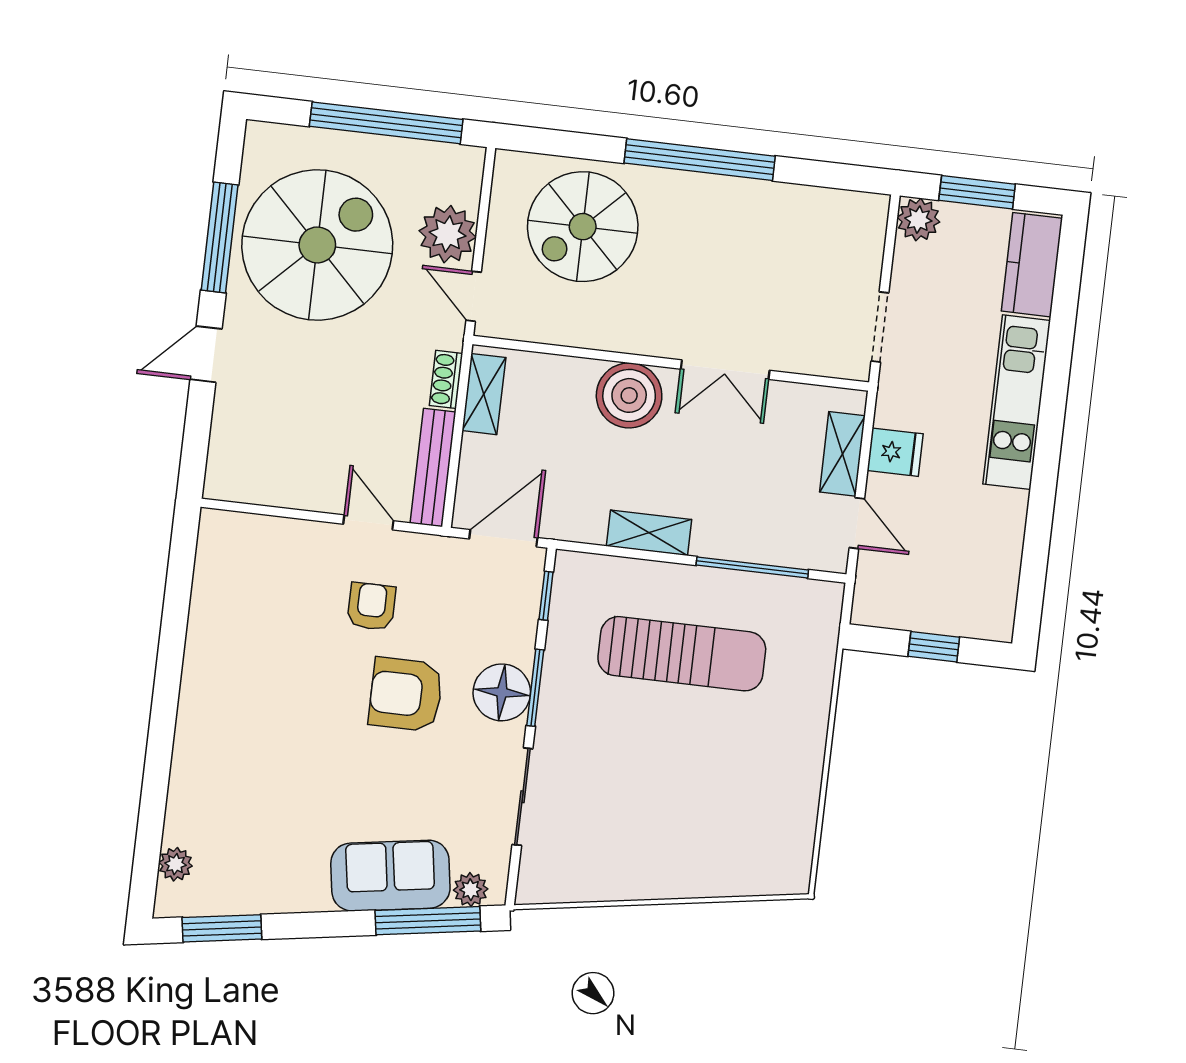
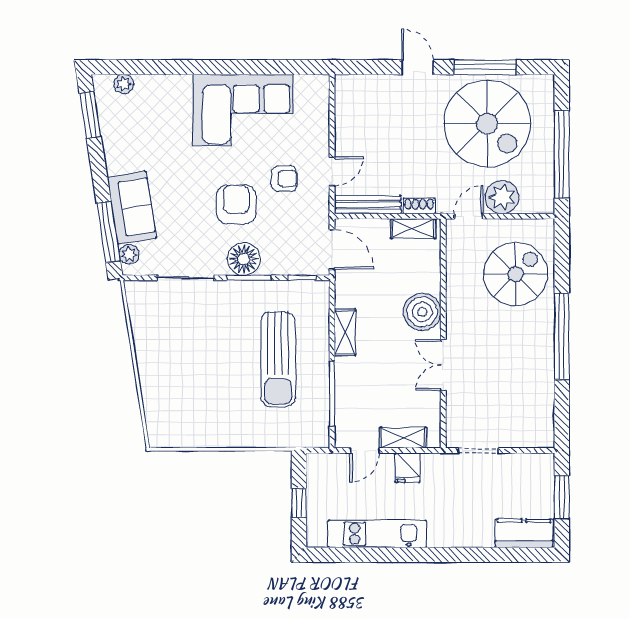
plant: (918, 220) -> (542, 465), removed
spiral stairs: (583, 227) -> (516, 274), turned 90
kitchen unit: (1017, 402) -> (377, 534), moved
corner sofa: (244, 664) -> (243, 110), added

